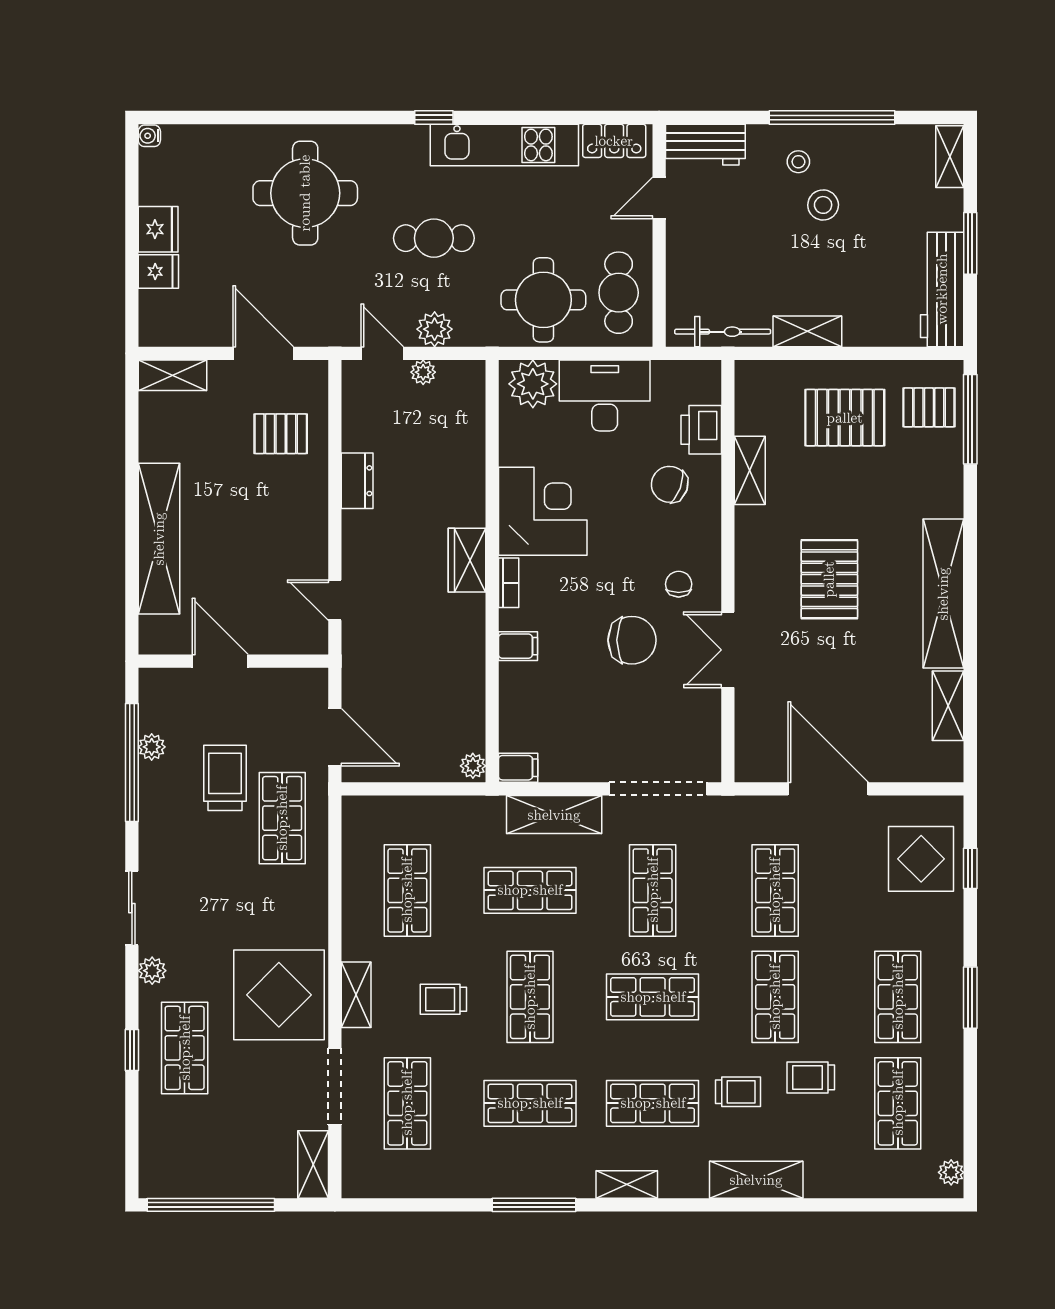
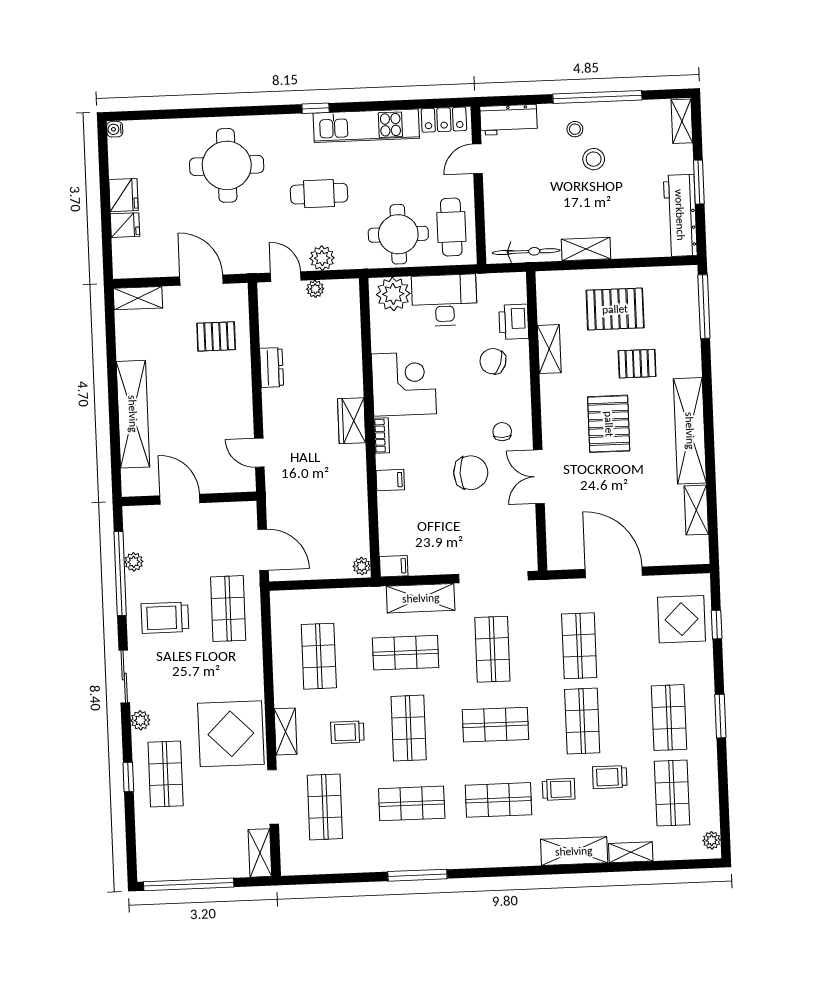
pallet: (929, 407) -> (637, 364), moved
trolley: (225, 778) -> (165, 618), moved, turned -90
shelving: (627, 1185) -> (631, 852), moved

